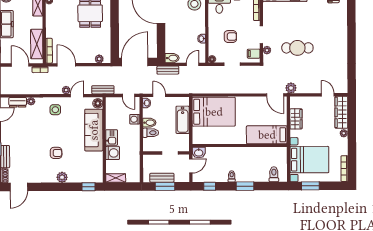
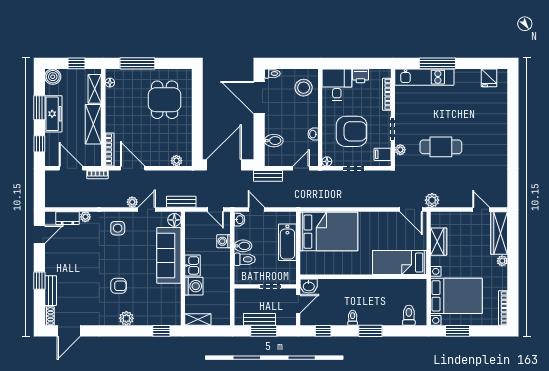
armchair: (230, 37) -> (352, 131), width x1.88, depth x1.88
shelving: (37, 44) -> (93, 124), moved
bidet: (172, 58) -> (274, 141), moved

